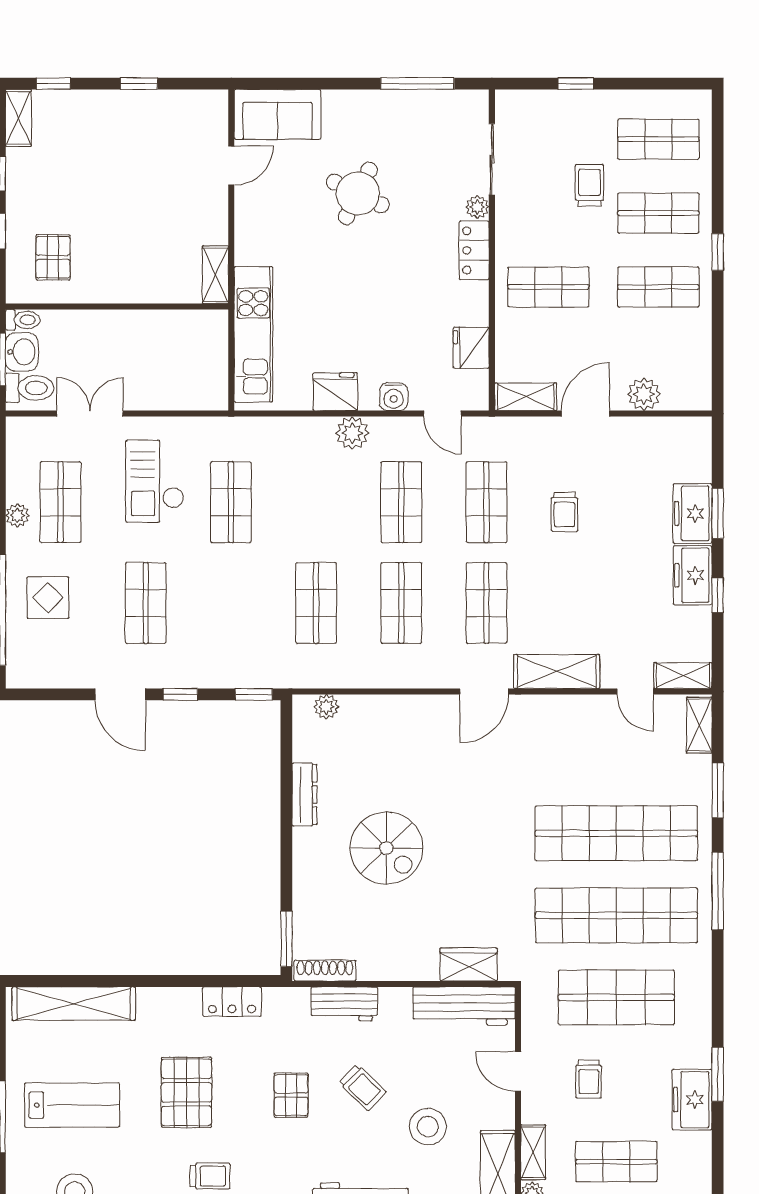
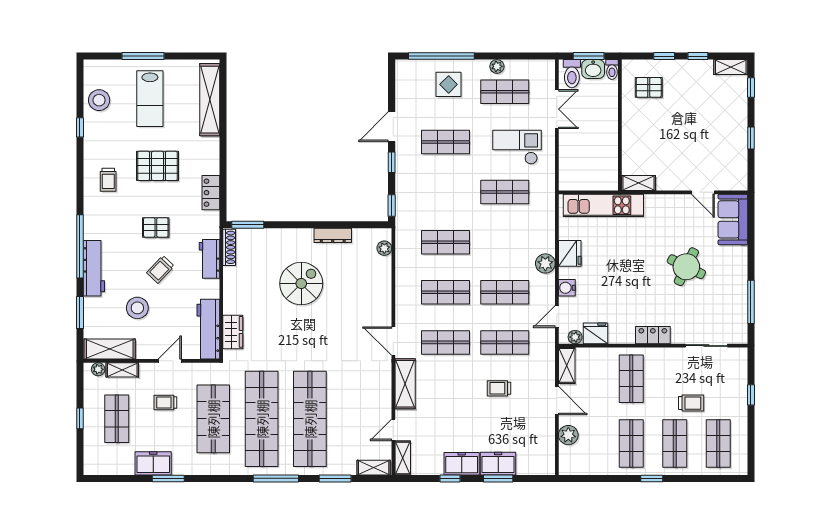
plant: (477, 207) -> (575, 337), moved
spiral stairs: (386, 848) -> (301, 284), turned 180

